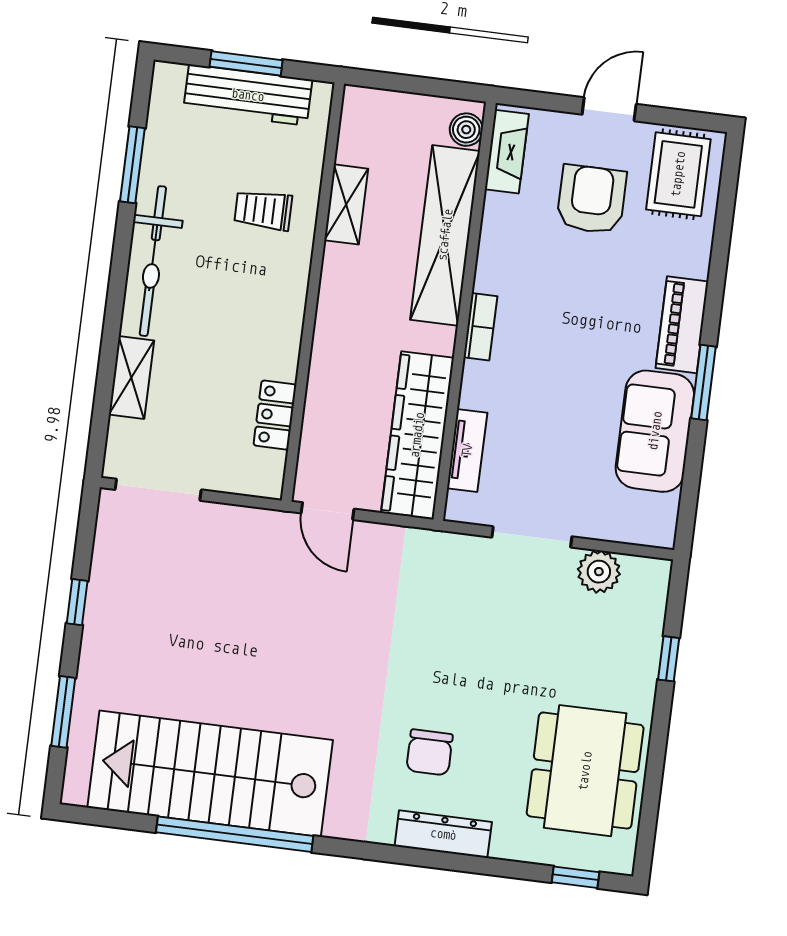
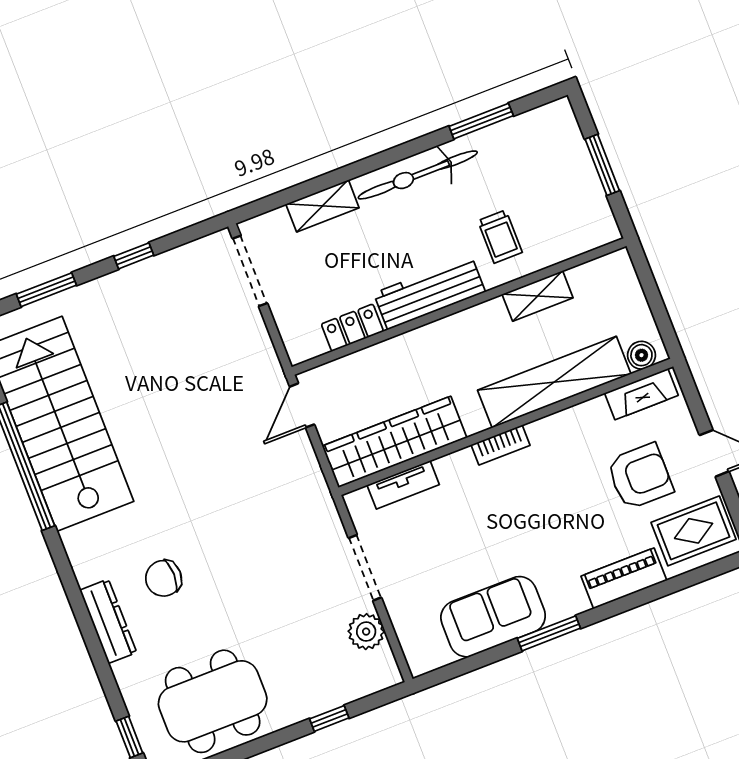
workbench: (248, 95) -> (429, 293), moved, turned 90
trolley: (263, 210) -> (500, 237), turned 180
piano: (682, 325) -> (624, 578), moved

